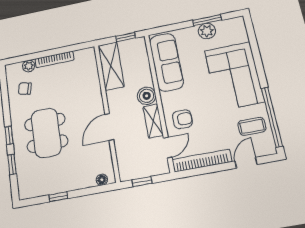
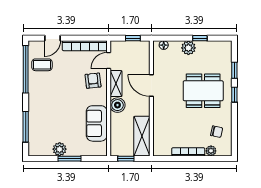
window: (207, 20) -> (69, 159), moved
window: (255, 48) -> (26, 127), added
sofa: (166, 62) -> (97, 123), width x0.73
corner sofa: (234, 76) -> (46, 107), removed
armchair: (182, 119) -> (93, 81), turned 84
door: (109, 127) -> (151, 86), swing flipped
dining table: (46, 133) -> (203, 91), turned 90
plant: (71, 182) -> (188, 48), added

